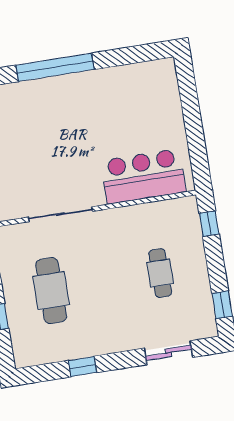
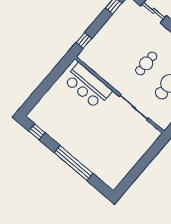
window: (140, 54) -> (37, 132), added
cafe table: (160, 273) -> (146, 63), moved

